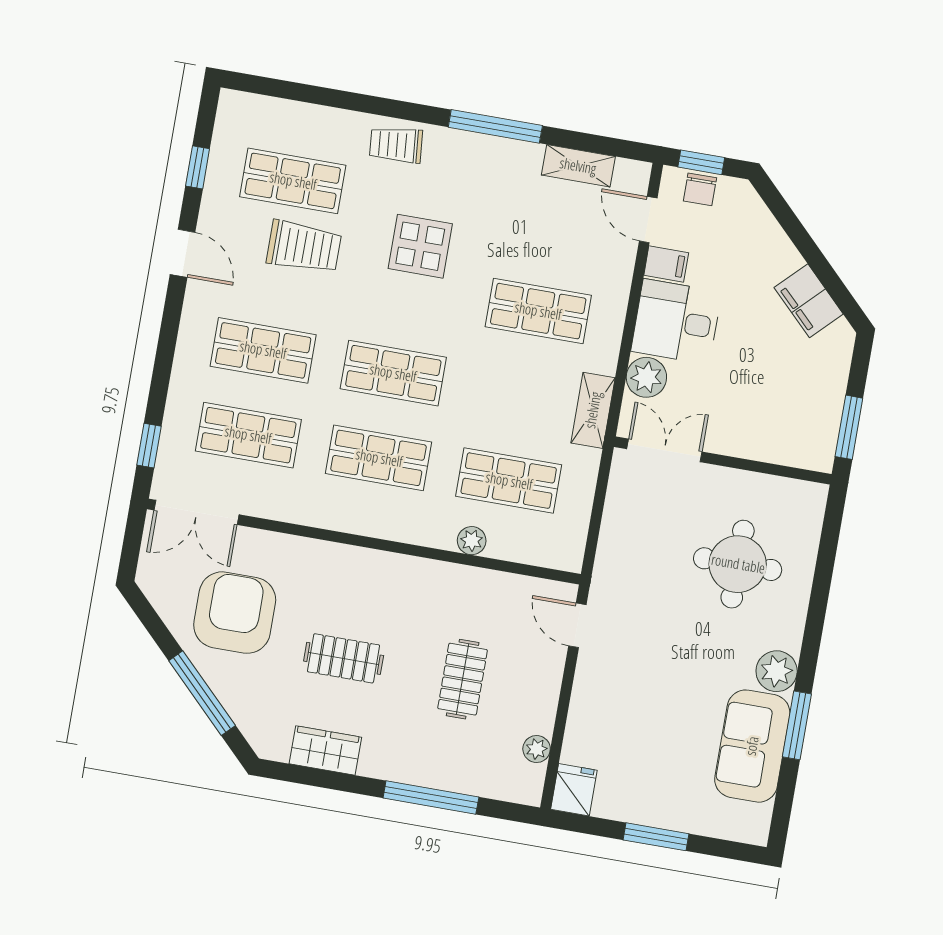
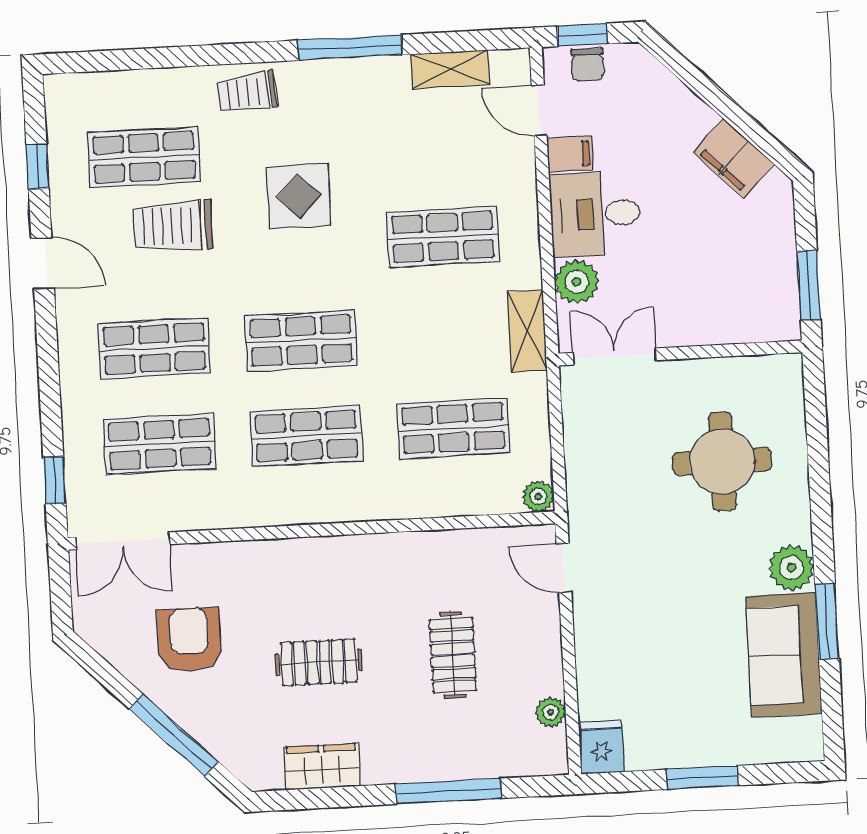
trolley: (304, 247) -> (173, 226), turned 180
plant: (472, 541) -> (538, 497), moved
armchair: (235, 613) -> (189, 640), width x0.73, depth x0.73

